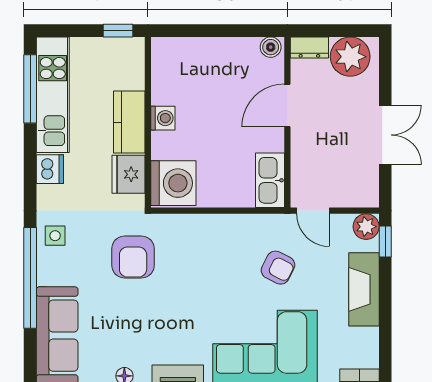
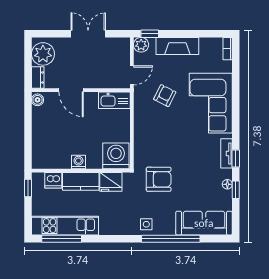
dishwasher: (50, 169) -> (53, 180), moved, turned 180

